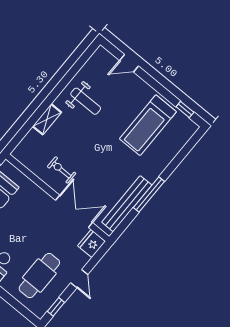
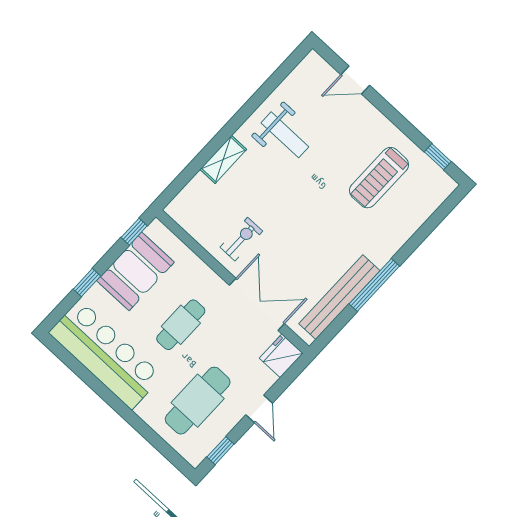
treadmill: (148, 125) -> (379, 178), width x0.73, depth x0.73
exercise bike: (62, 170) -> (241, 239), turned 90
cafe table: (26, 227) -> (181, 325), added

